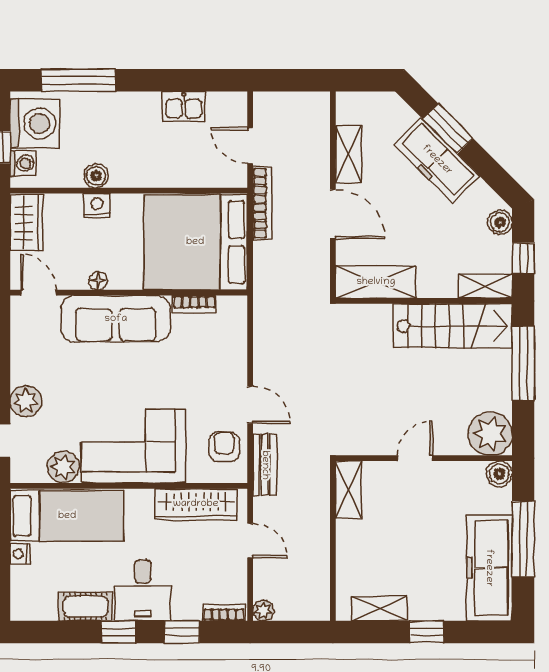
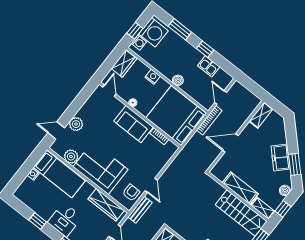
window: (78, 80) -> (180, 29), width x0.69
window: (153, 80) -> (205, 49), added
window: (448, 129) -> (295, 164), moved
shelving: (348, 154) -> (261, 115), moved
freezer: (437, 160) -> (281, 158), width x0.71
boiler: (96, 176) -> (178, 80), moved
door: (333, 214) -> (230, 143), swing flipped
shelving: (376, 282) -> (240, 188), moved
sofa: (116, 319) -> (134, 124), width x0.73
cot: (86, 607) -> (41, 210), removed
window: (118, 632) -> (38, 221), moved

